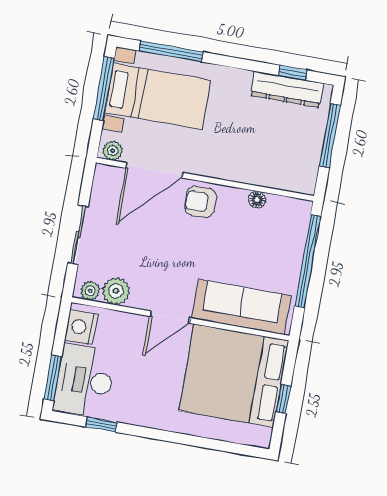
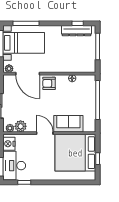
door: (154, 170) -> (28, 74), hinge flipped
sofa: (242, 307) -> (68, 124), width x0.73
door: (170, 317) -> (45, 133), swing flipped

